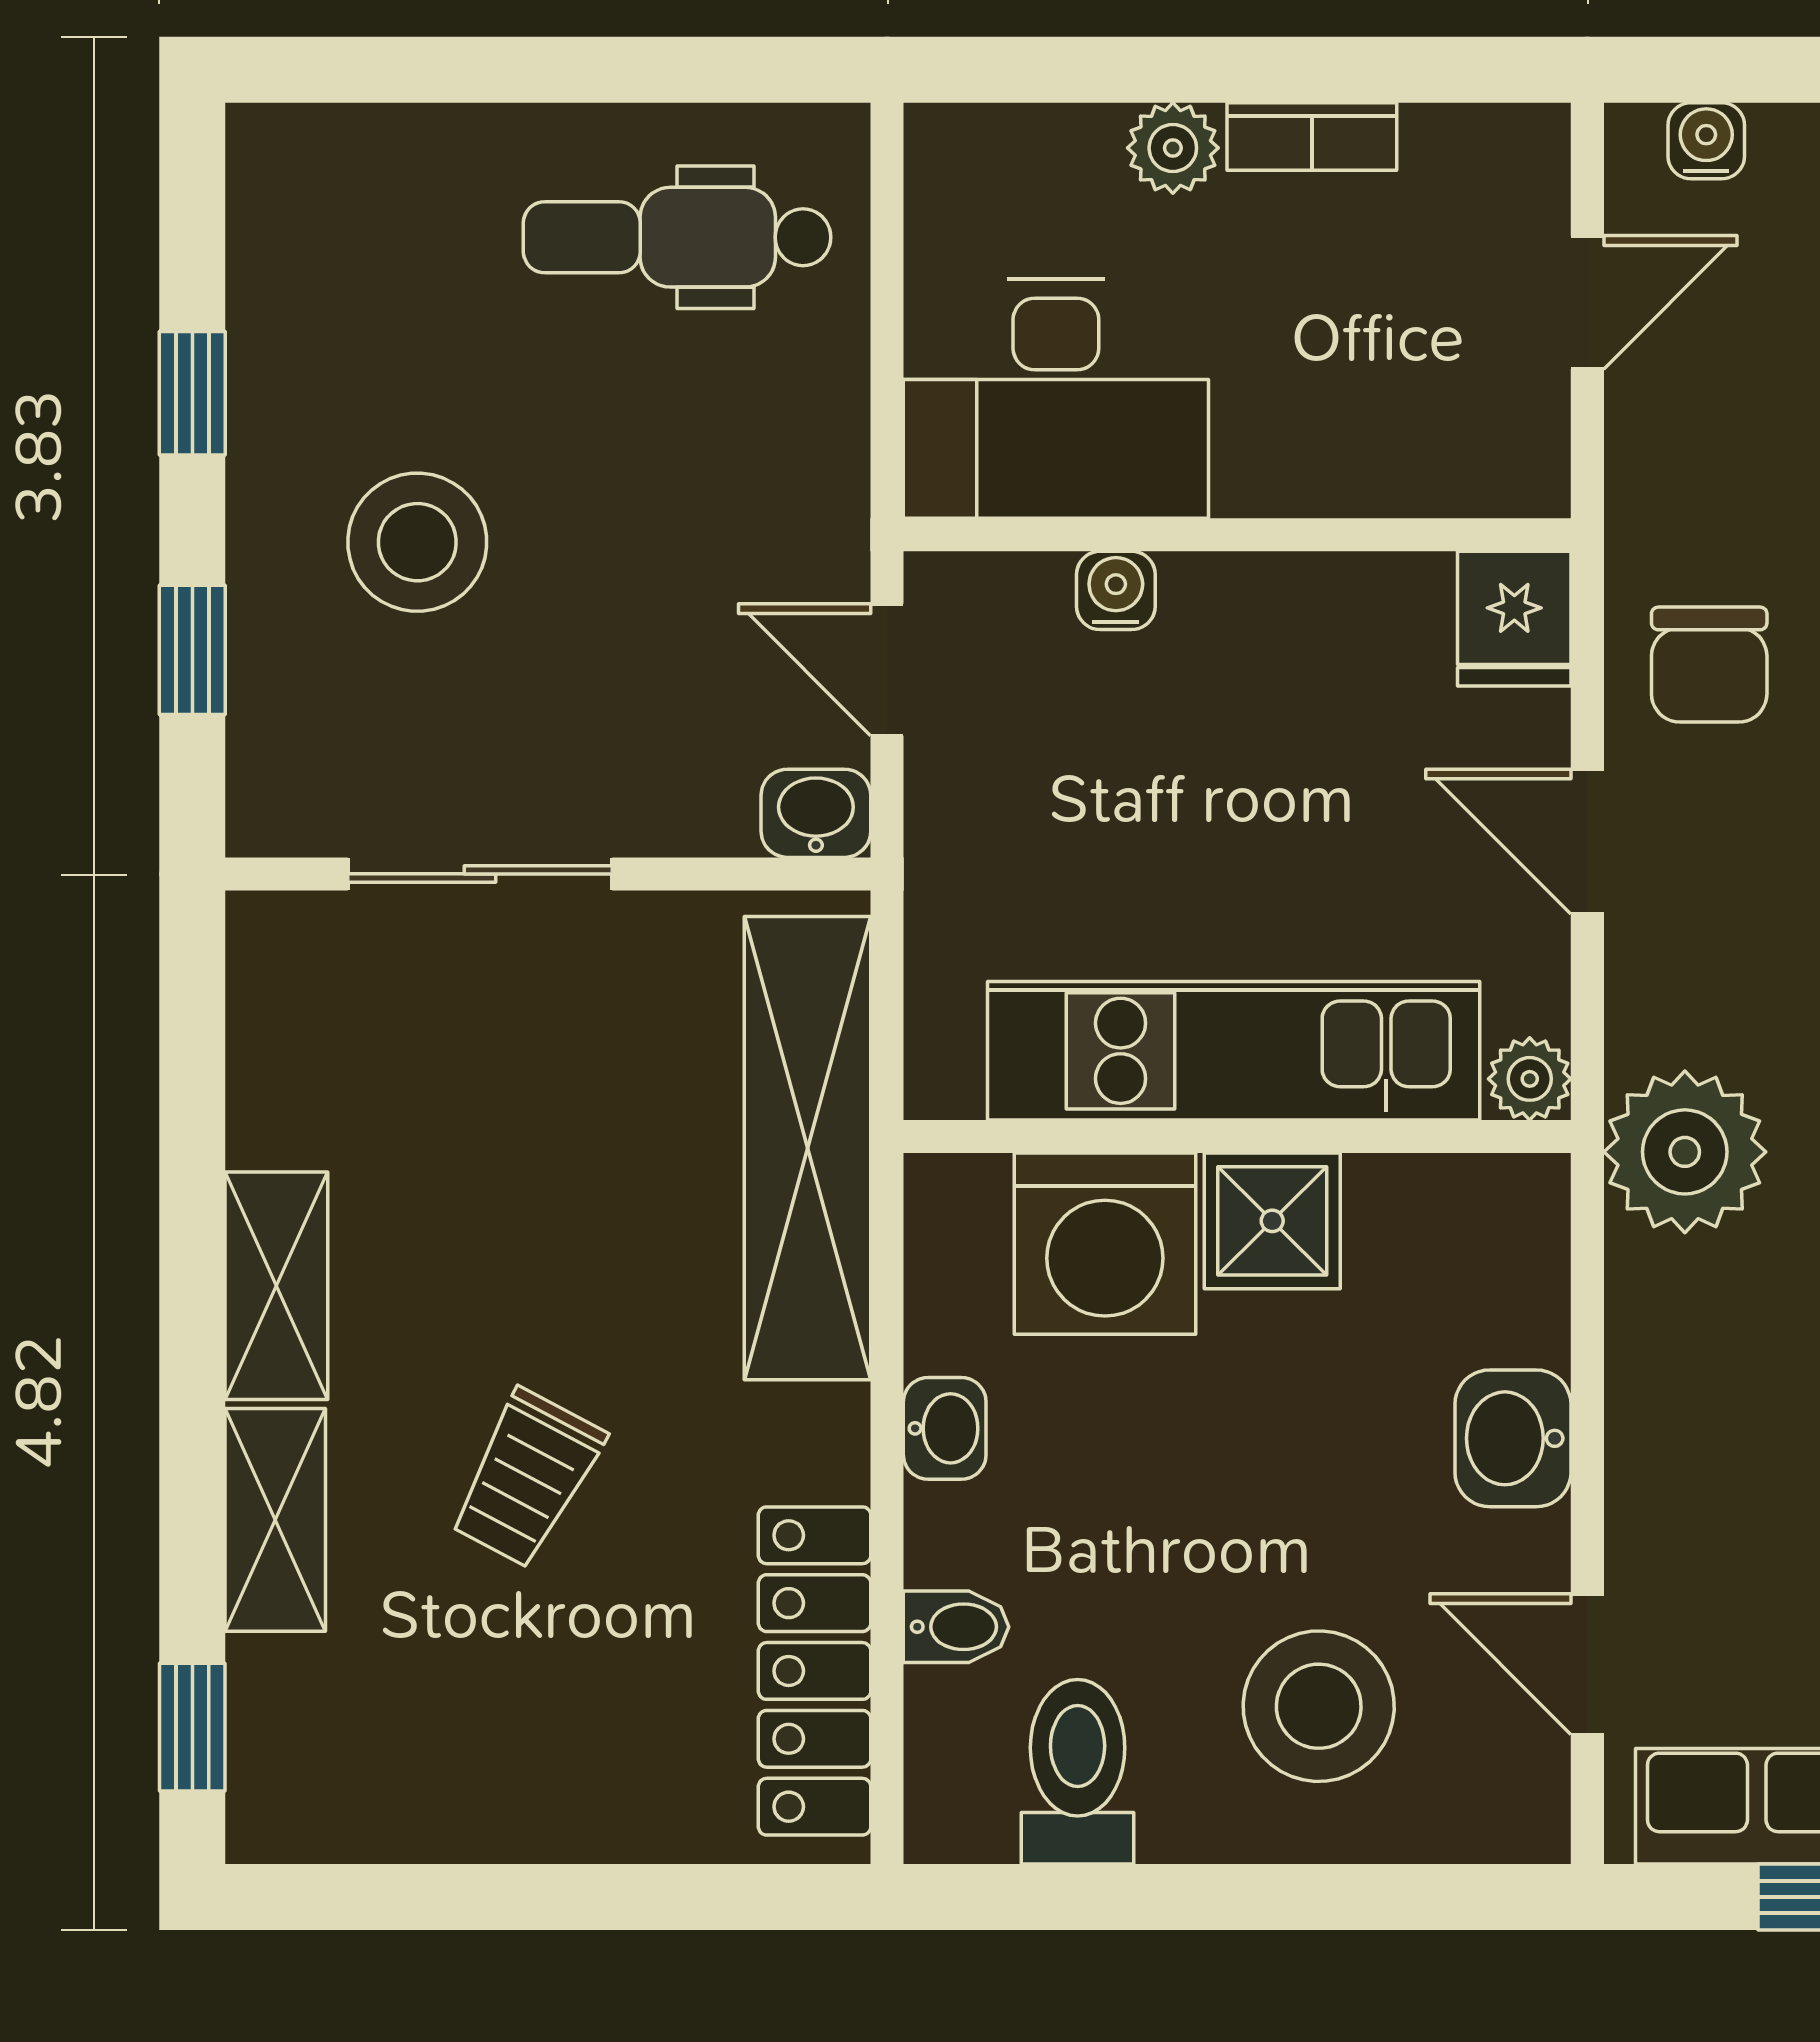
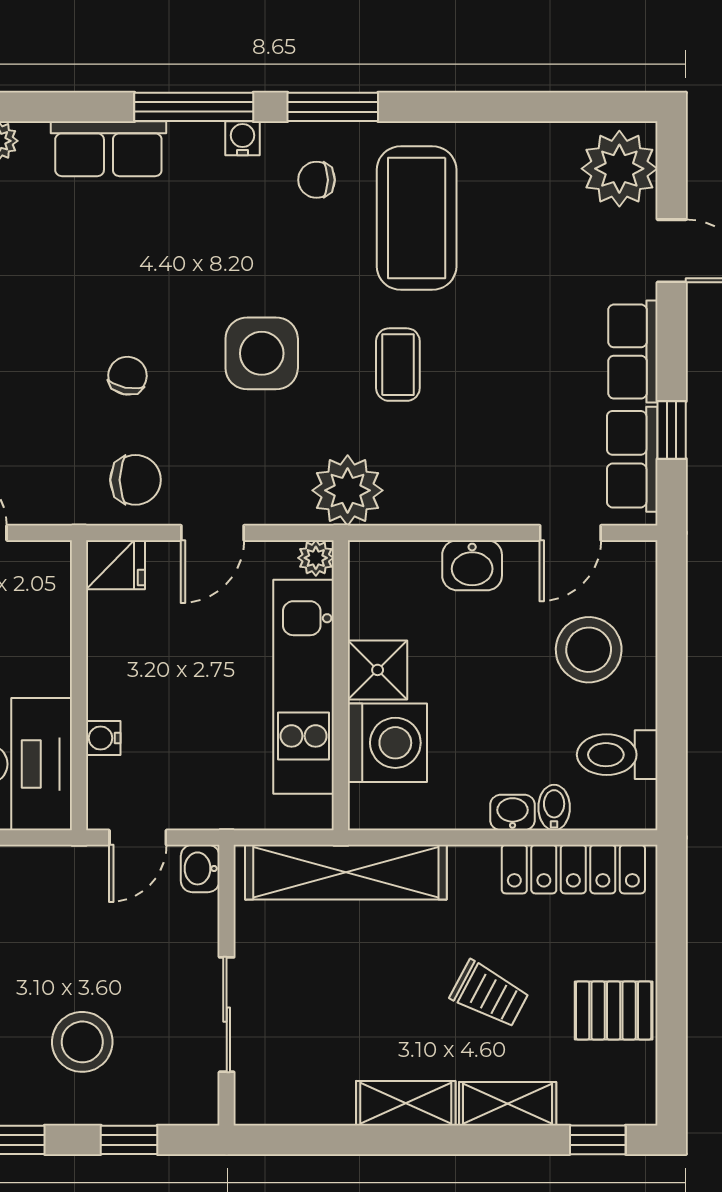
washbasin: (945, 1428) -> (513, 812), moved
pallet: (489, 1764) -> (614, 1010), added

